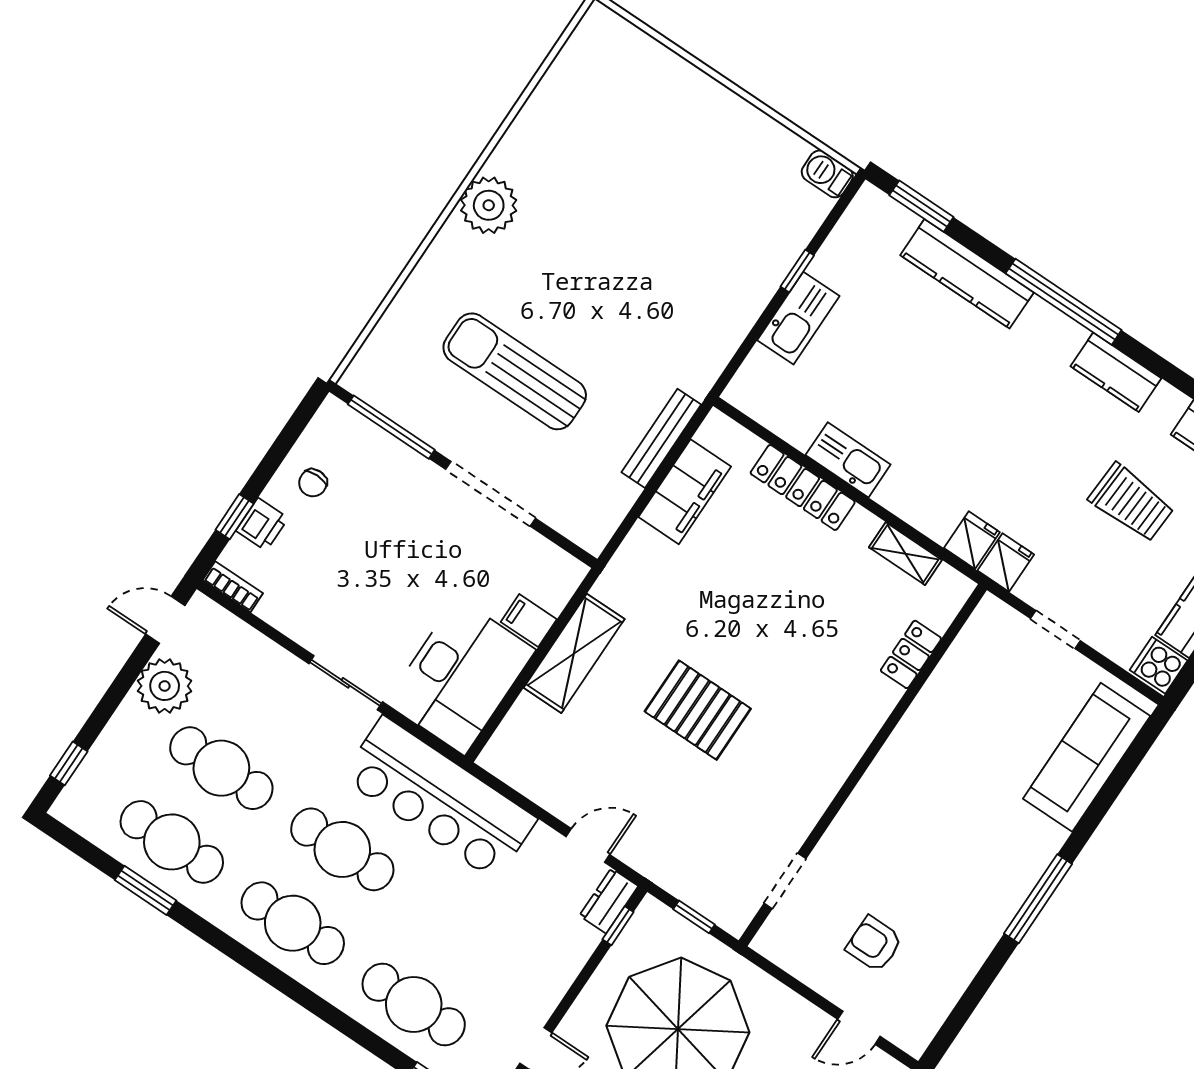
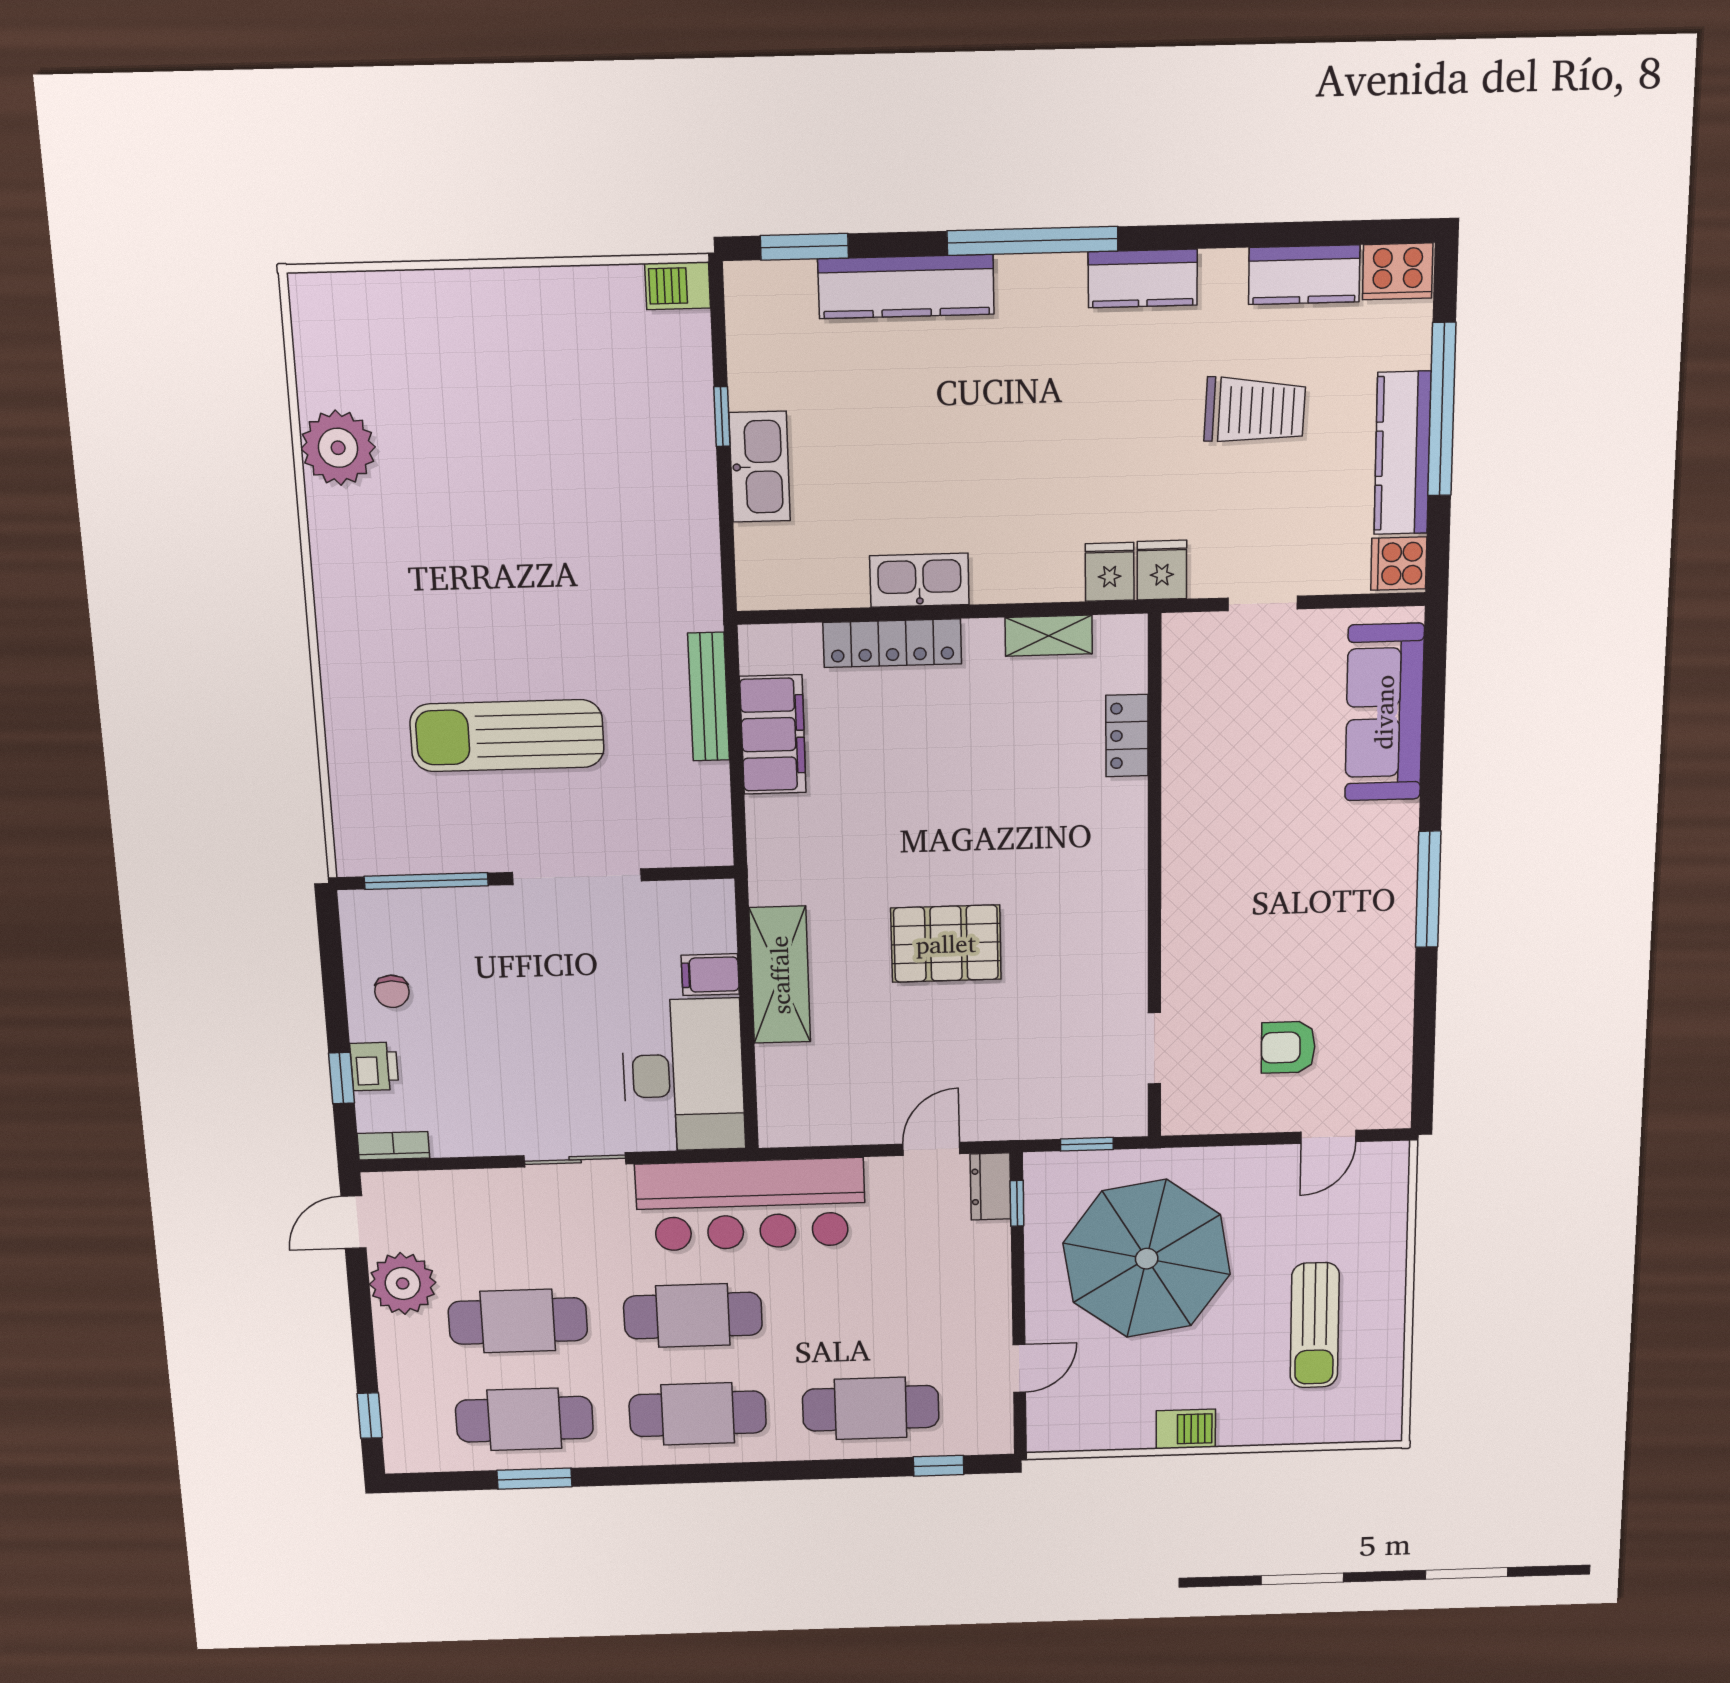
plant: (489, 205) -> (338, 448), moved

